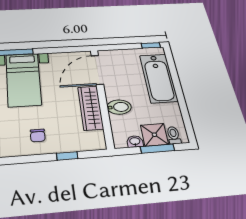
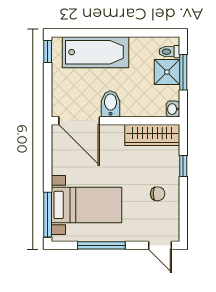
bidet: (119, 107) -> (111, 104), moved
wardrobe: (91, 108) -> (152, 135), moved
washbasin: (135, 141) -> (173, 109), moved

